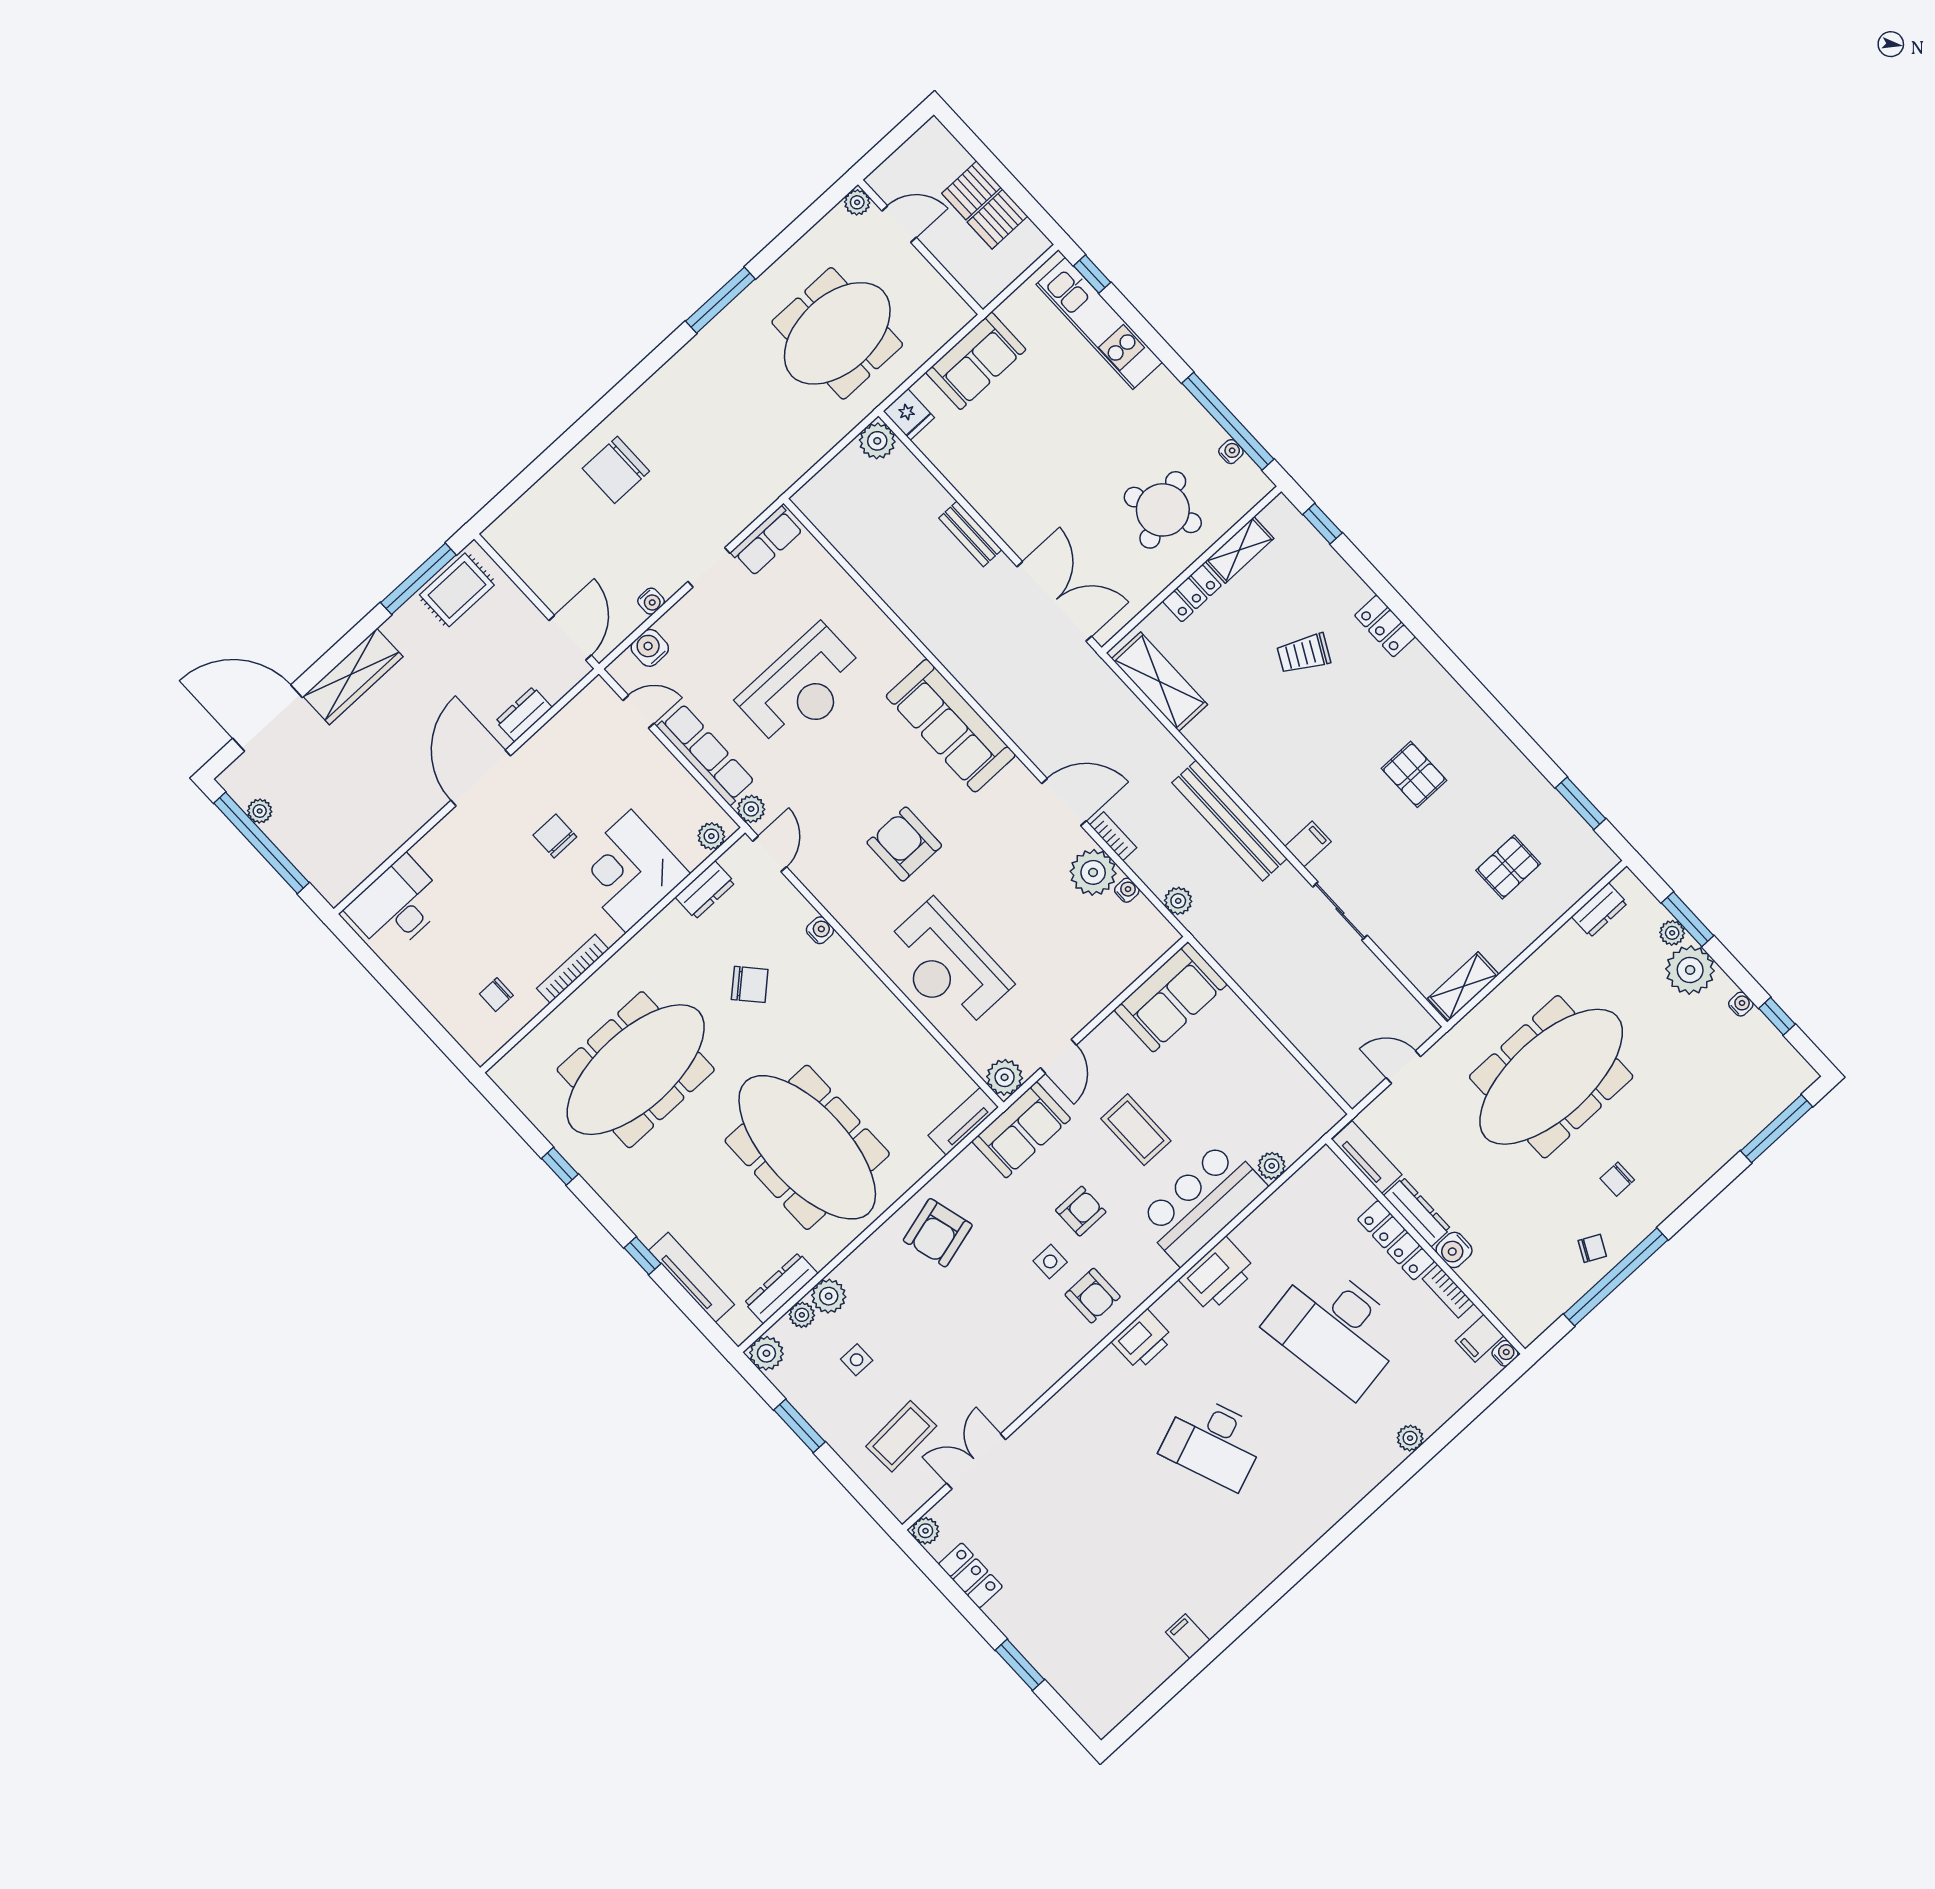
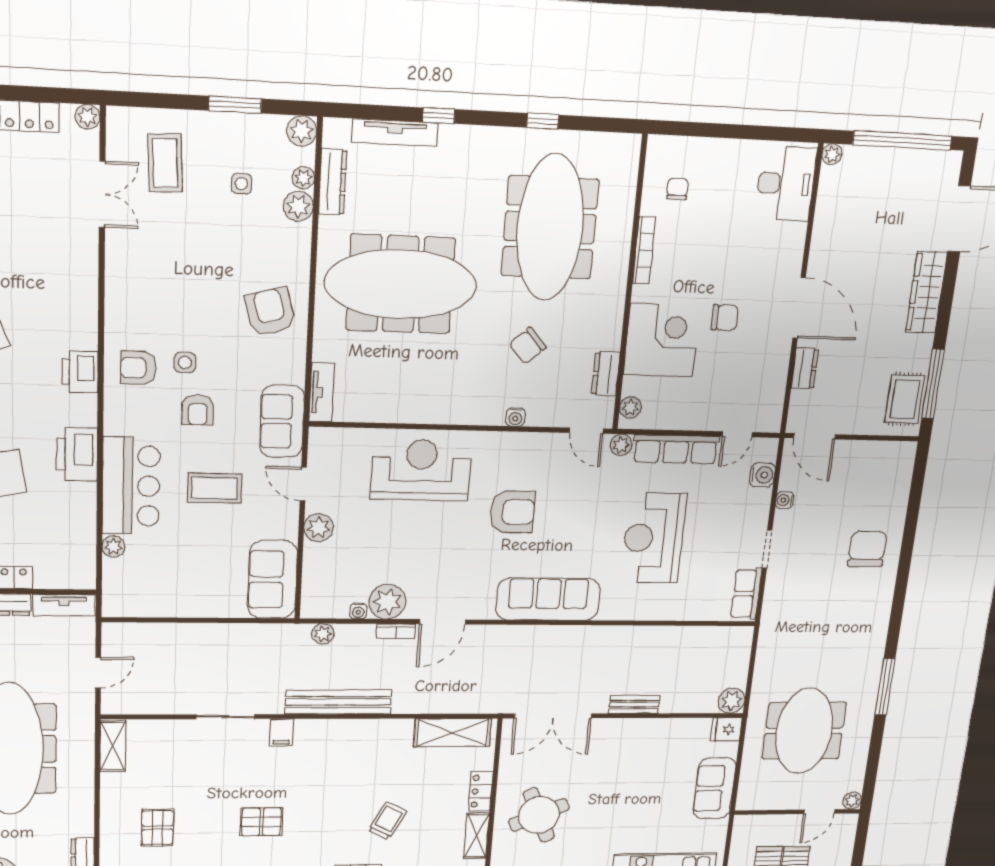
plant: (260, 811) -> (832, 154), moved
plant: (1005, 1077) -> (319, 528), moved

